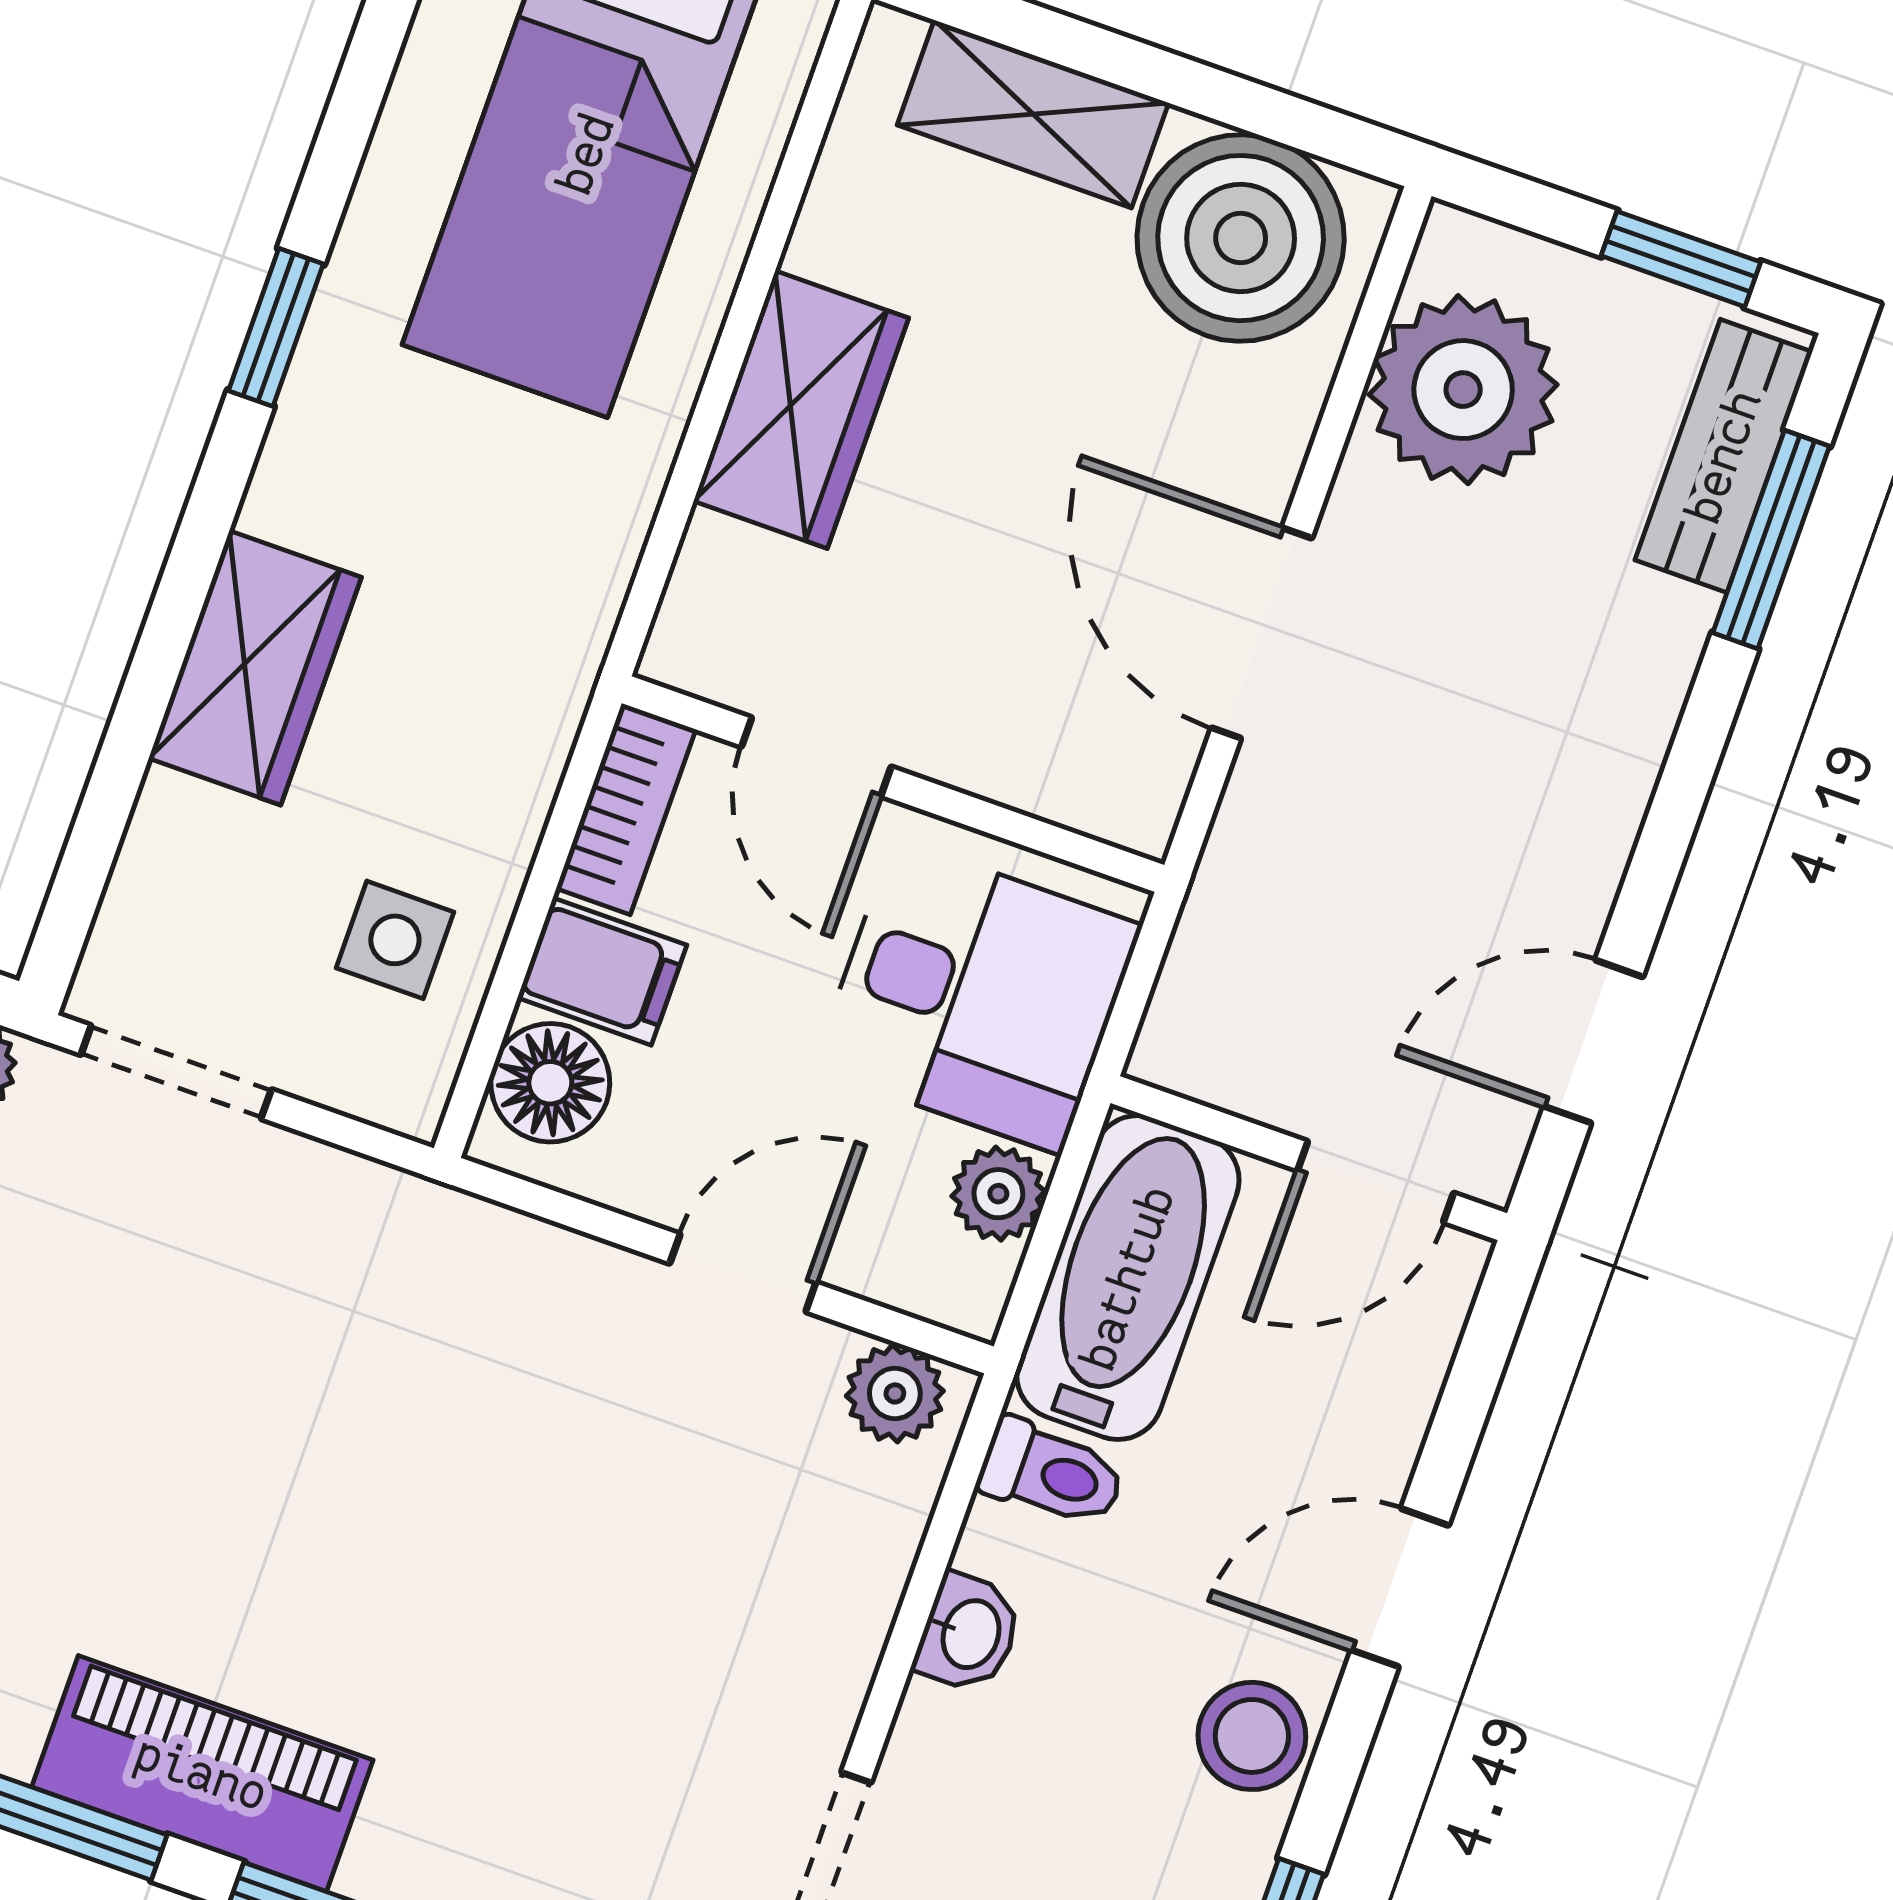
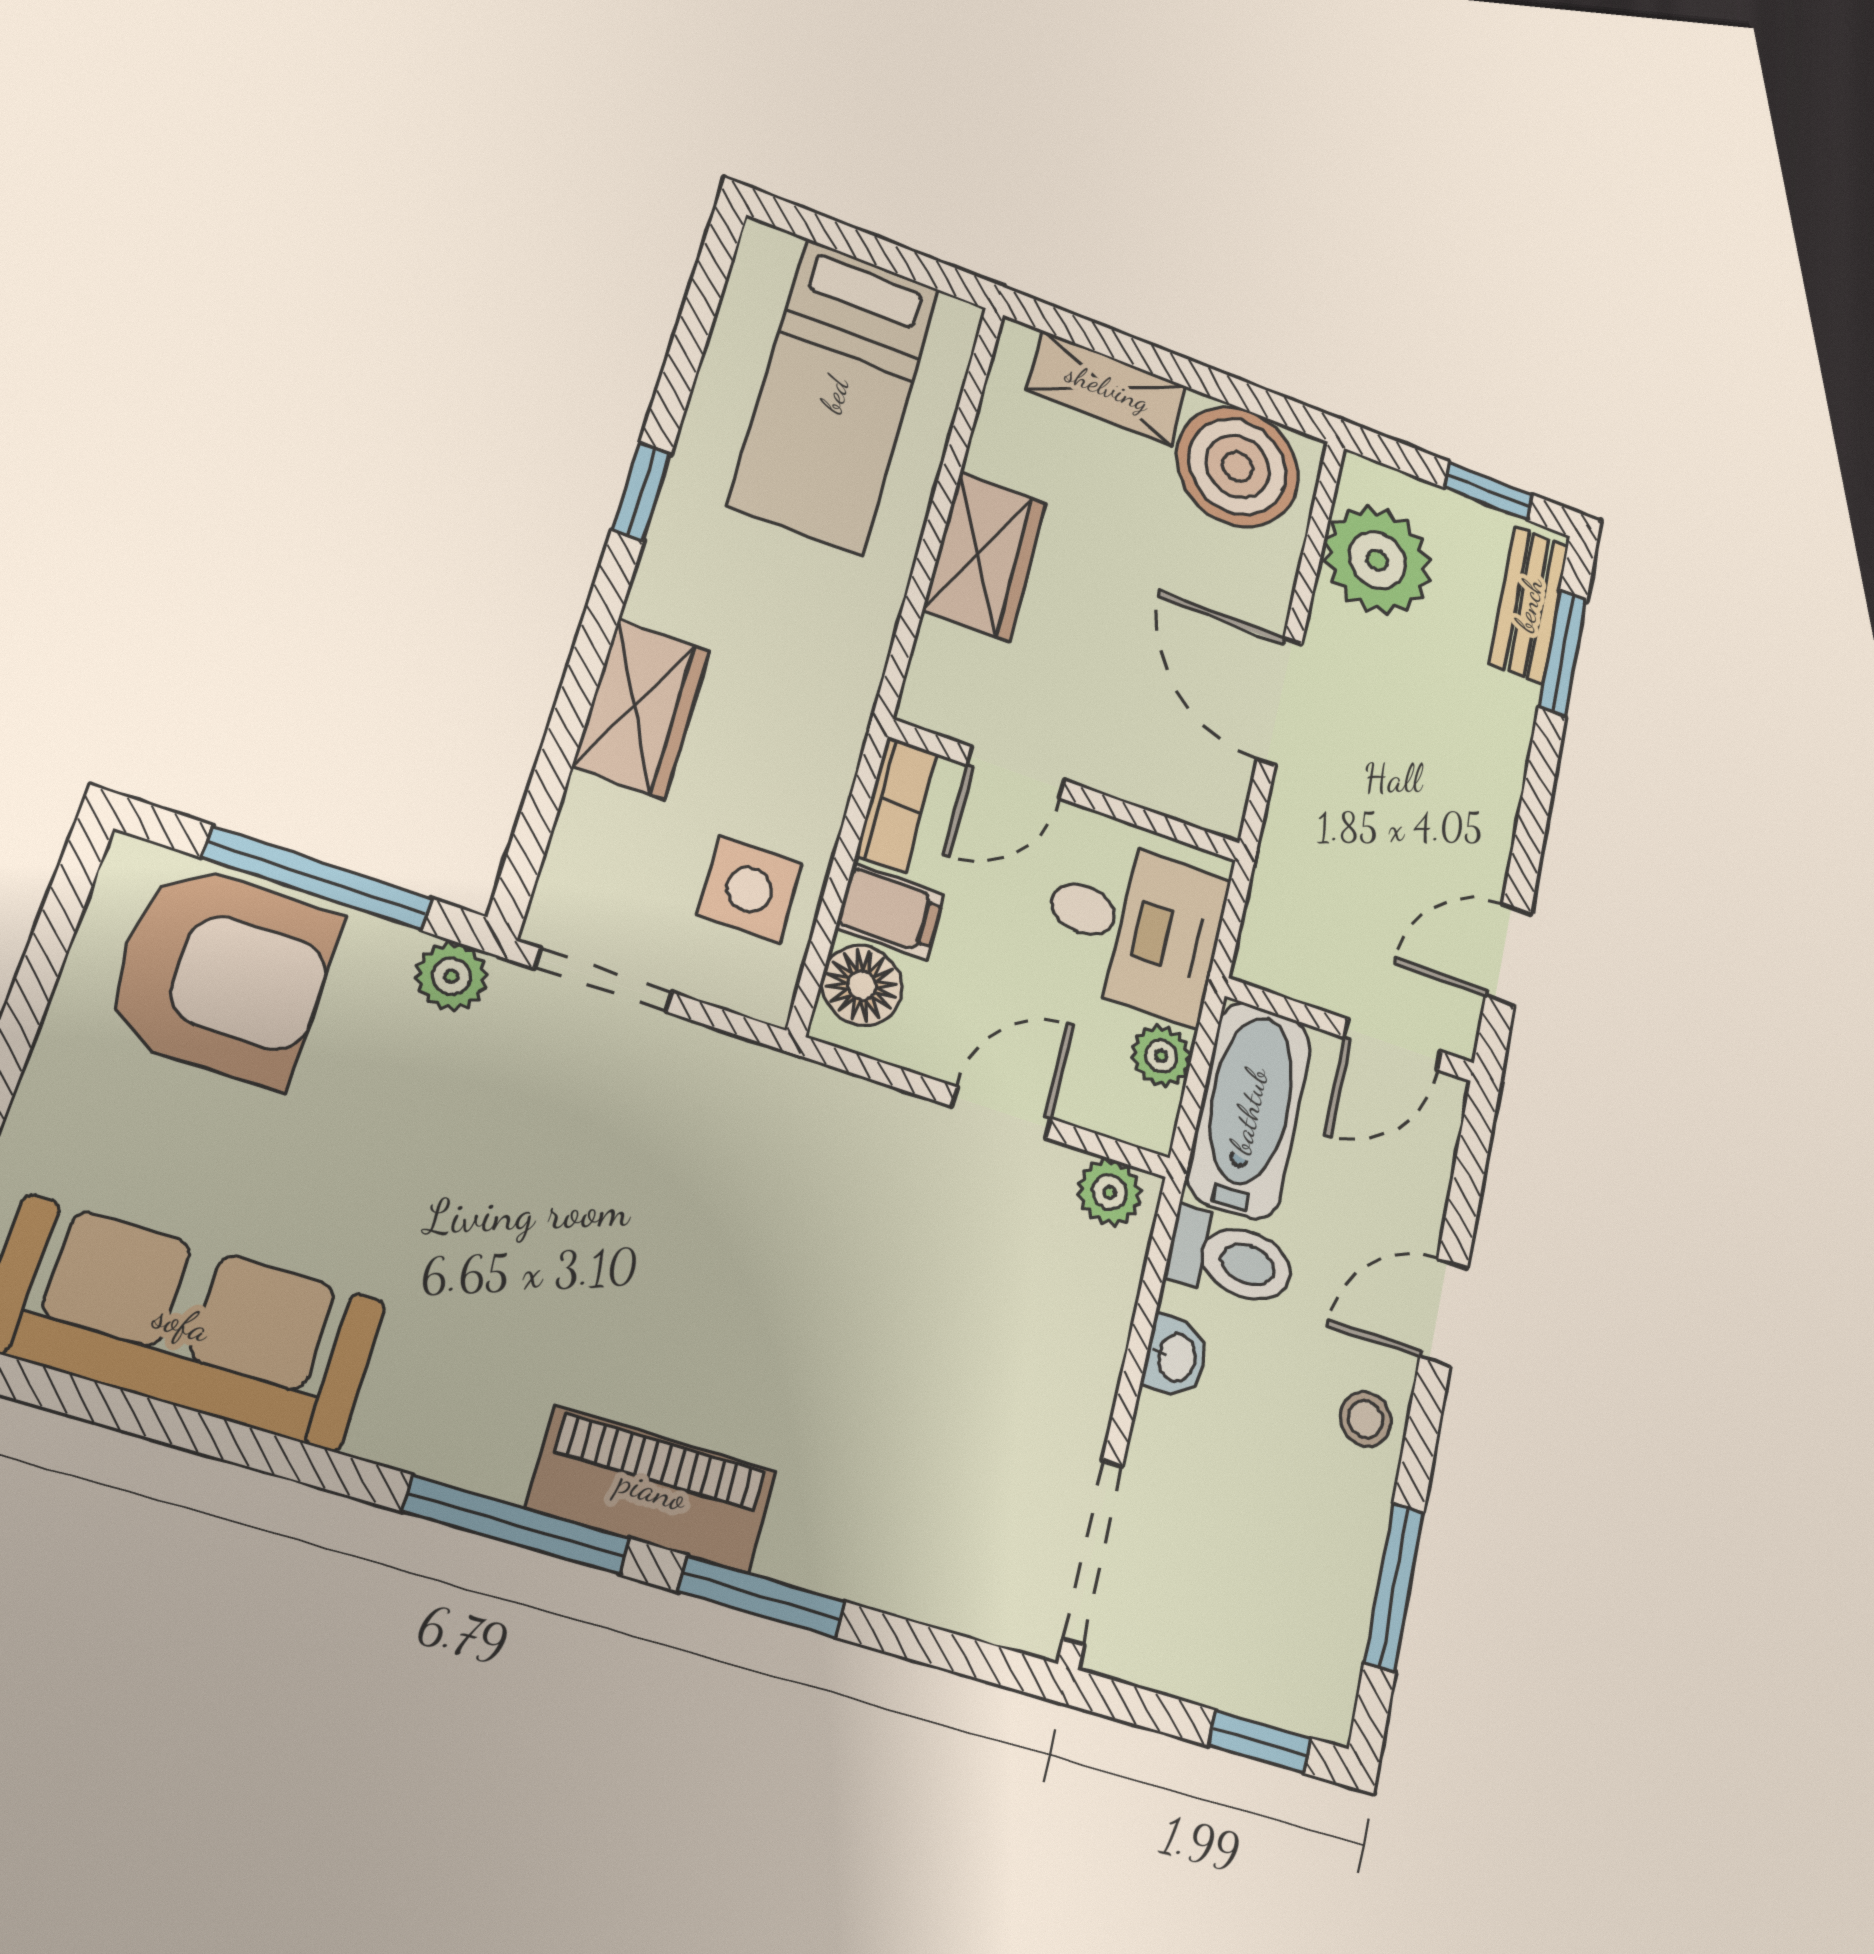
door: (816, 757) -> (1016, 773), hinge flipped
side table: (395, 940) -> (749, 890), width x1.37, depth x1.37
toilet: (1052, 1473) -> (1231, 1259), width x1.37, depth x1.39
stool: (1252, 1736) -> (1365, 1419), width x0.73, depth x0.73

